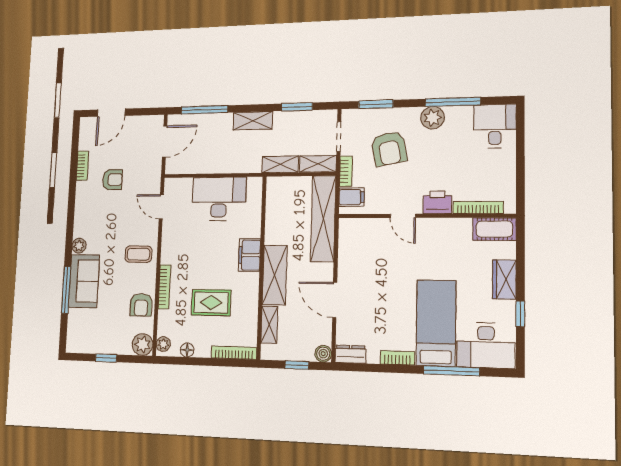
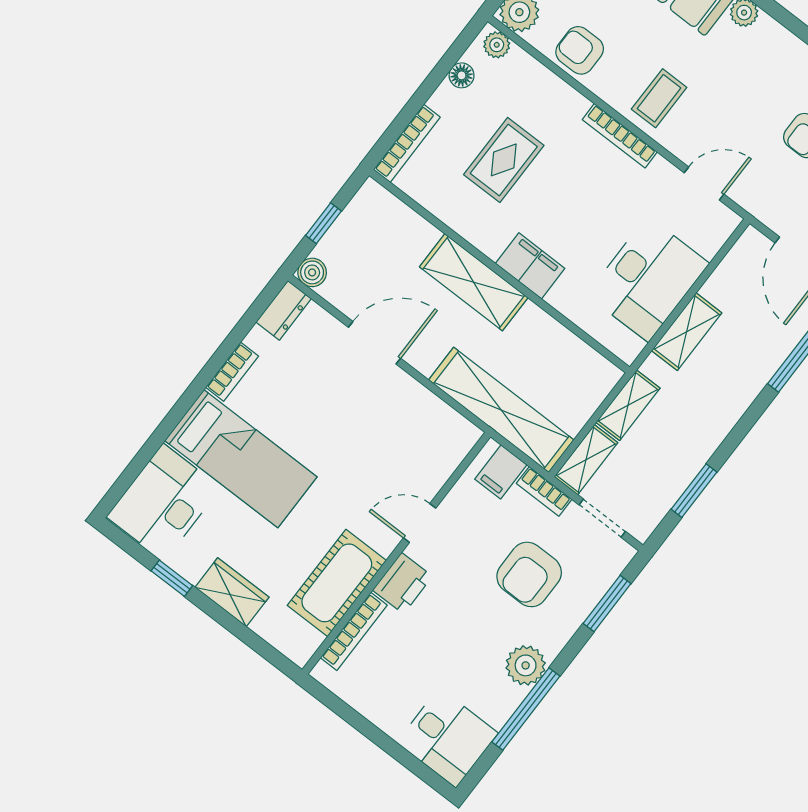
shelving: (253, 121) -> (687, 332), moved
armchair: (389, 149) -> (529, 574), turned -79
cot: (494, 229) -> (337, 583), moved, width x1.37, depth x1.34
bookcase: (164, 287) -> (620, 136), moved
shelving: (269, 325) -> (409, 224), removed
window: (451, 371) -> (163, 432), removed

